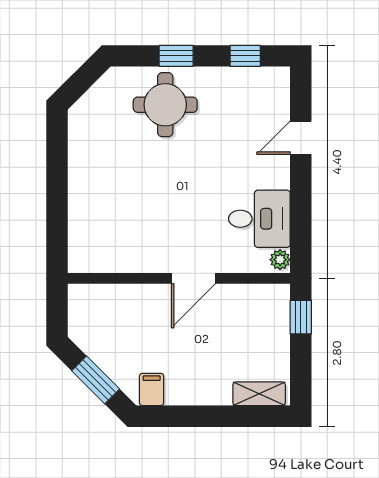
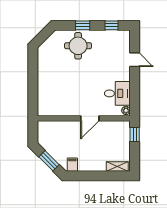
door: (301, 138) -> (135, 60), swing flipped

